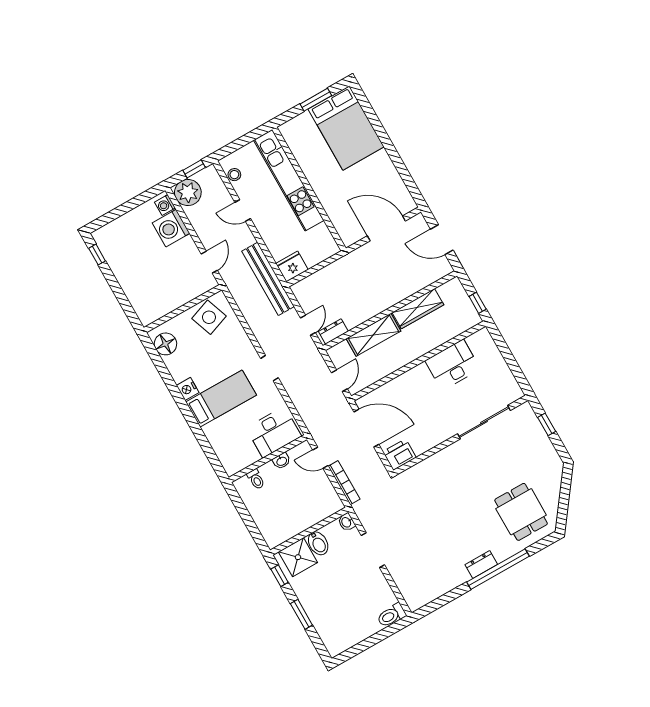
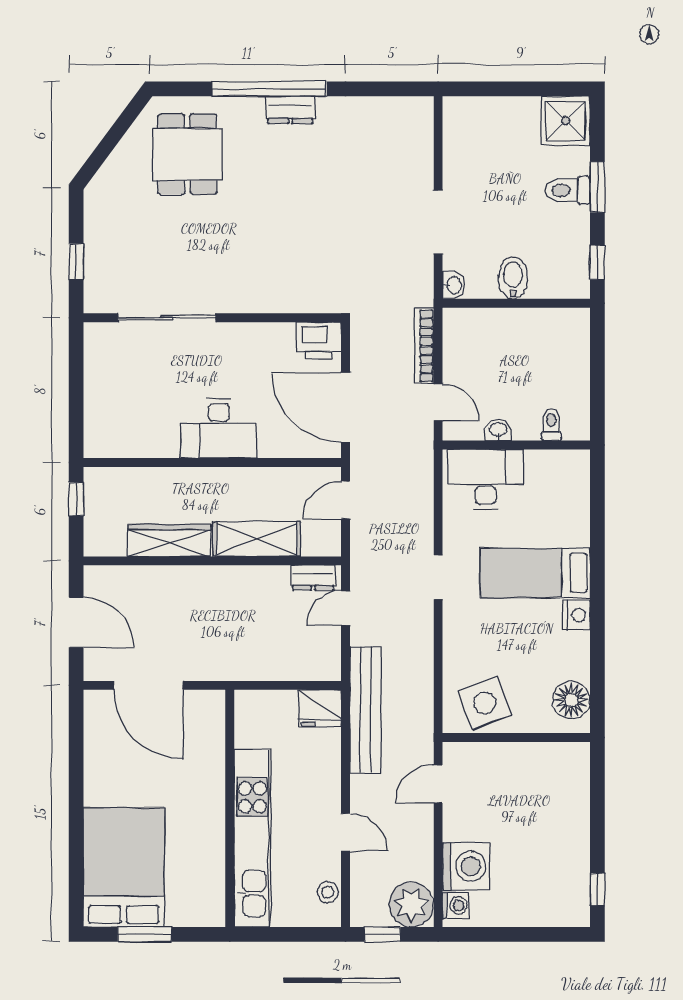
desk: (453, 365) -> (219, 428), moved
shower: (298, 557) -> (566, 121), moved
toilet: (391, 615) -> (567, 190), moved, turned 180

